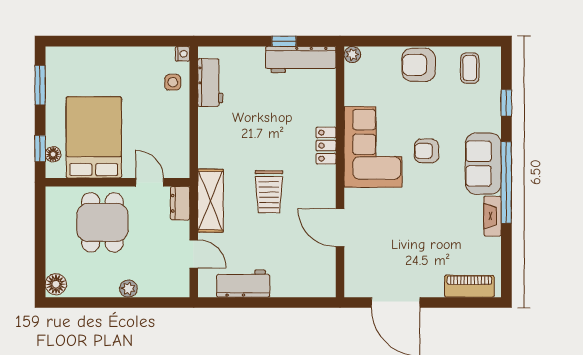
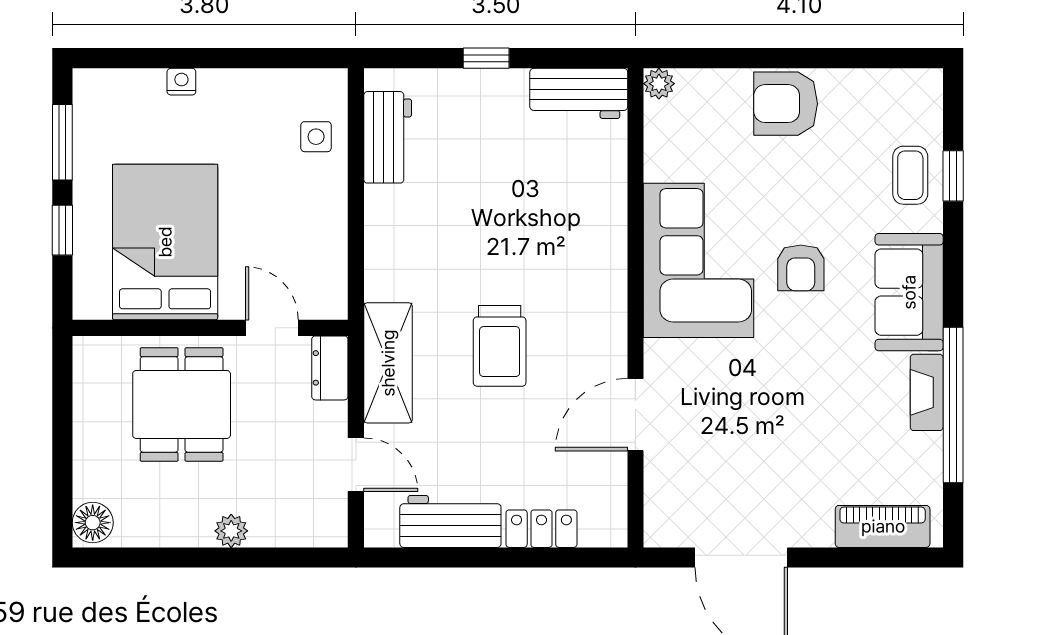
window: (284, 41) -> (486, 58), moved
nightstand: (182, 54) -> (181, 82), moved, turned -90
workbench: (301, 60) -> (579, 93), width x0.73
coffee table: (470, 68) -> (910, 175), moved
locker: (326, 146) -> (541, 529), moved, turned 90
window: (40, 149) -> (62, 230), moved
armchair: (427, 151) -> (801, 268), turned -90
floor lamp: (53, 154) -> (87, 274), removed
window: (506, 183) -> (953, 405), moved
door: (340, 228) -> (635, 415), hinge flipped

